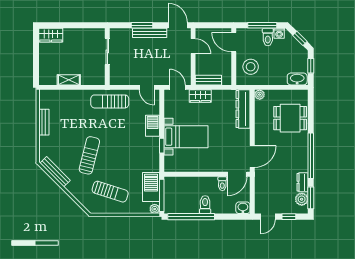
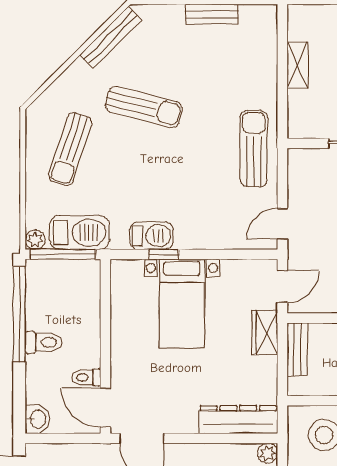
barbecue: (153, 126) -> (151, 236), moved

